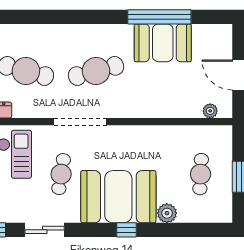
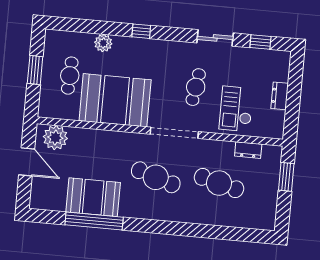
cafe table: (96, 71) -> (156, 177), turned 33
plant: (210, 111) -> (55, 138), width x1.87, depth x1.87
booth: (118, 197) -> (115, 100), moved

